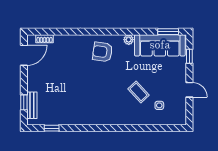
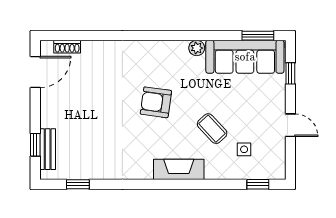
armchair: (103, 52) -> (156, 102), moved
fireplace: (117, 118) -> (179, 169), added
window: (168, 128) -> (258, 184), added

